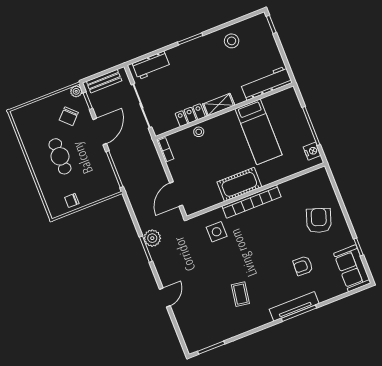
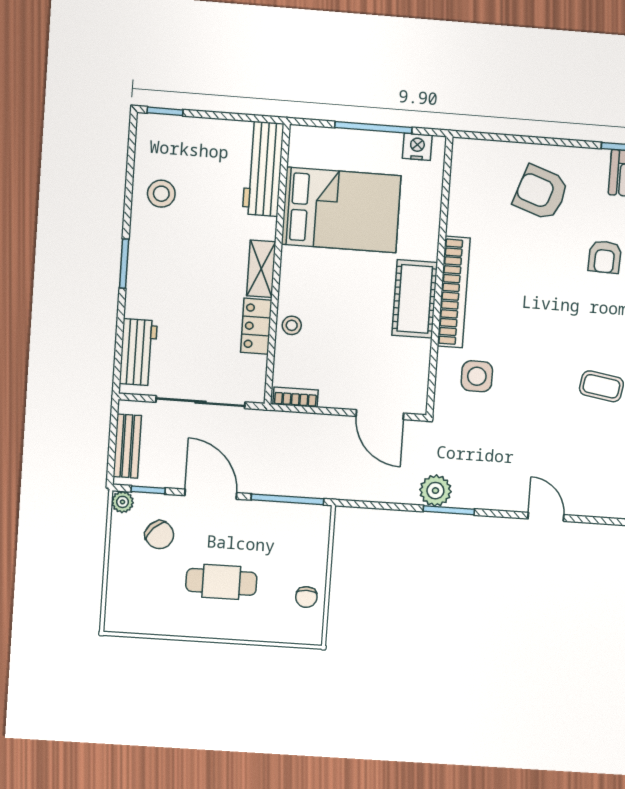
bed: (258, 132) -> (341, 210), width x1.50

